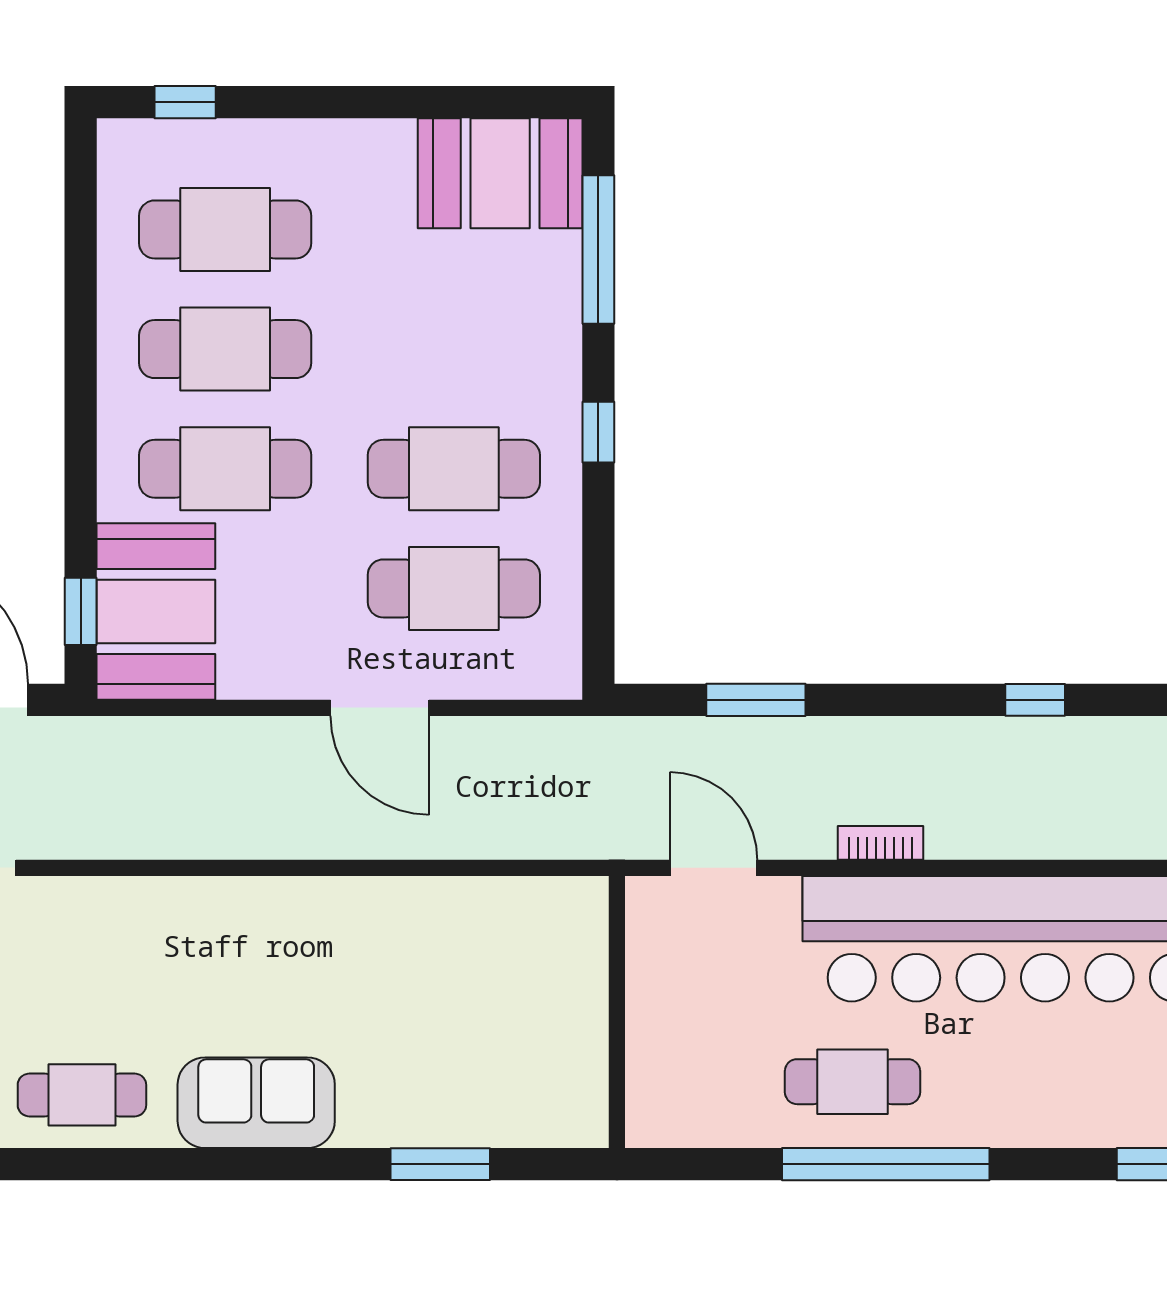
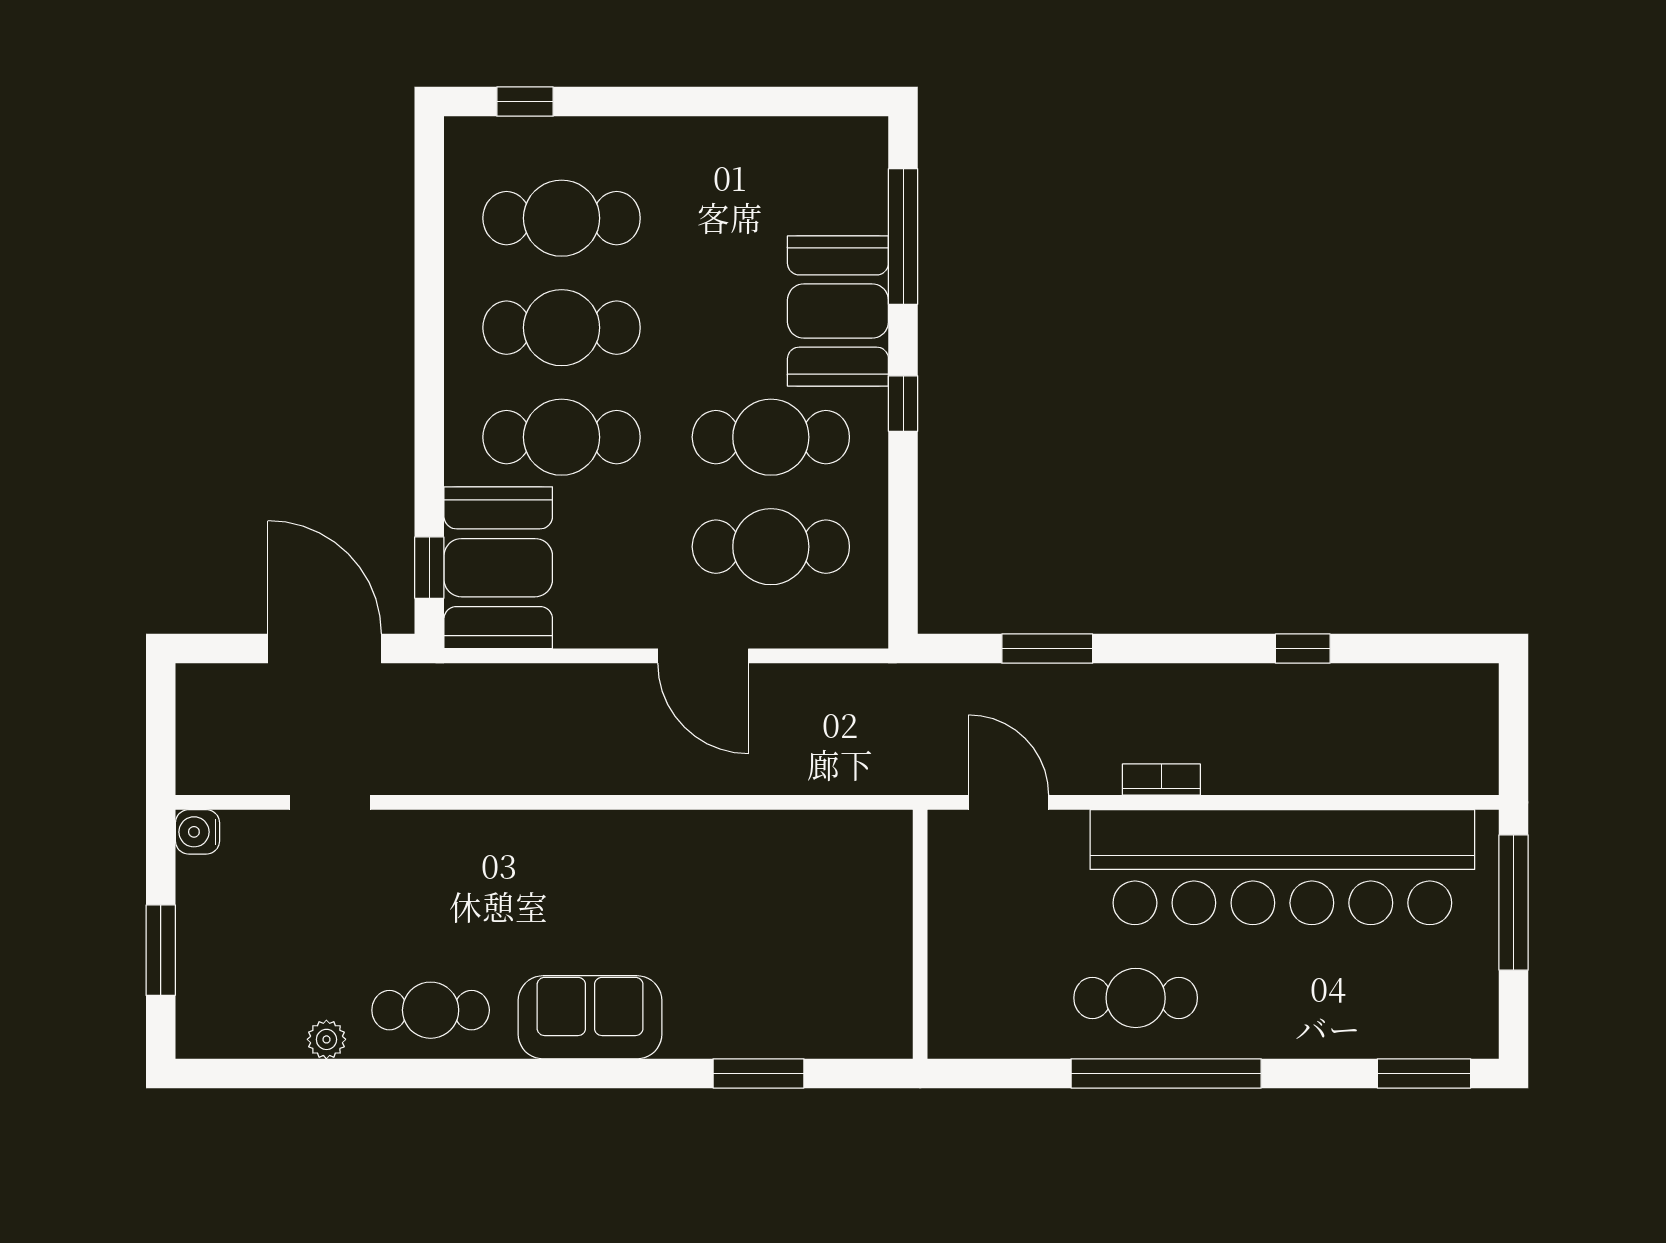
booth: (500, 173) -> (838, 311), moved, turned 90

